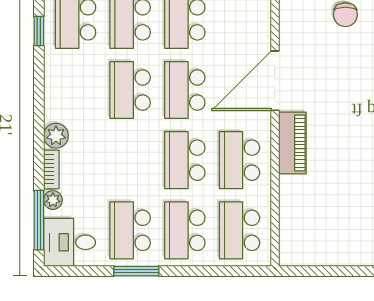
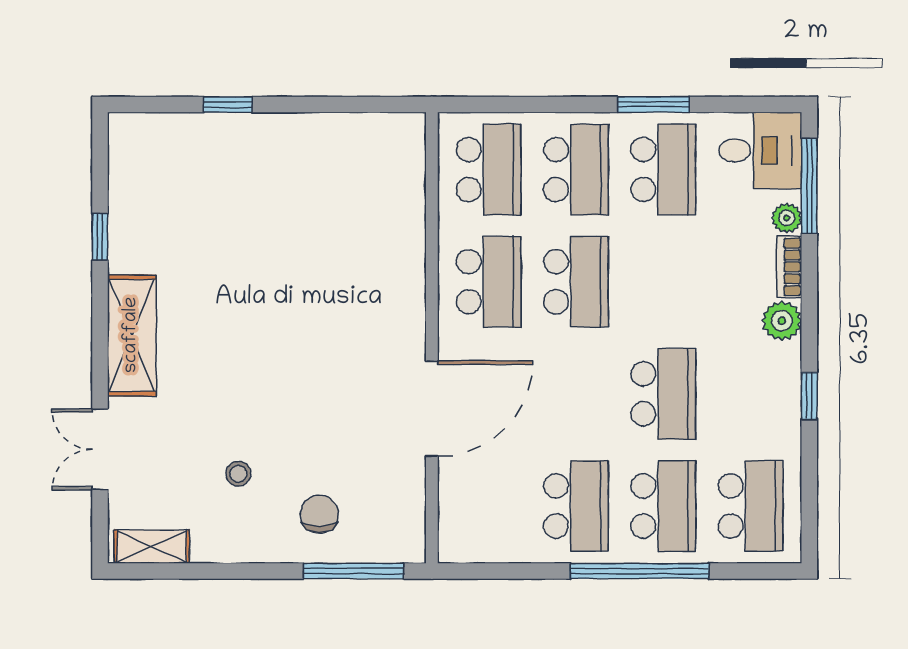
window: (39, 31) -> (809, 396), moved
school desk: (185, 90) -> (576, 394), removed
piano: (292, 143) -> (404, 309), removed

